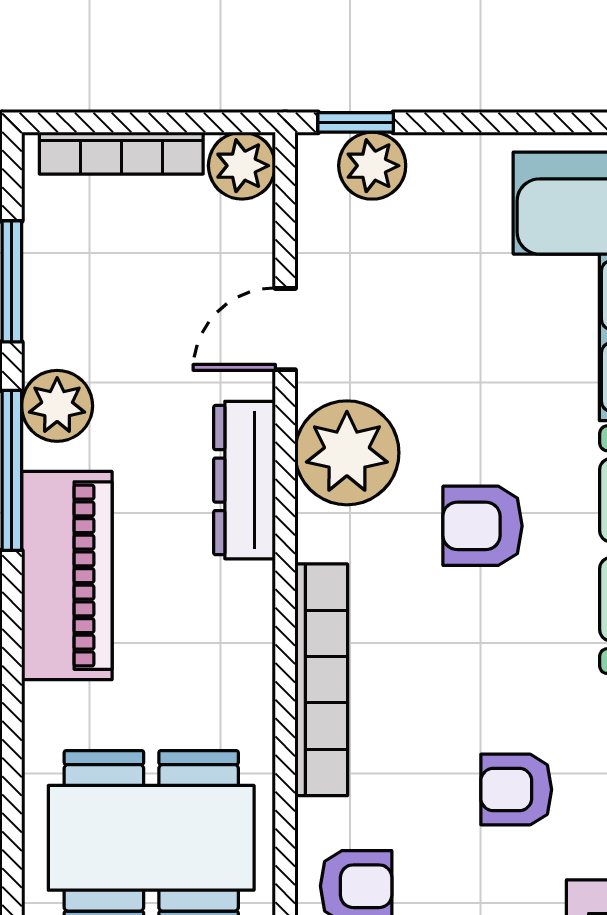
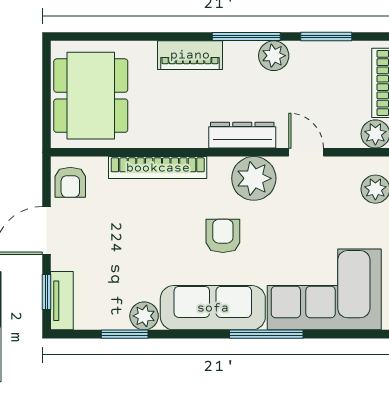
piano: (67, 576) -> (190, 55), width x0.73, depth x0.75
armchair: (516, 790) -> (111, 250), removed

